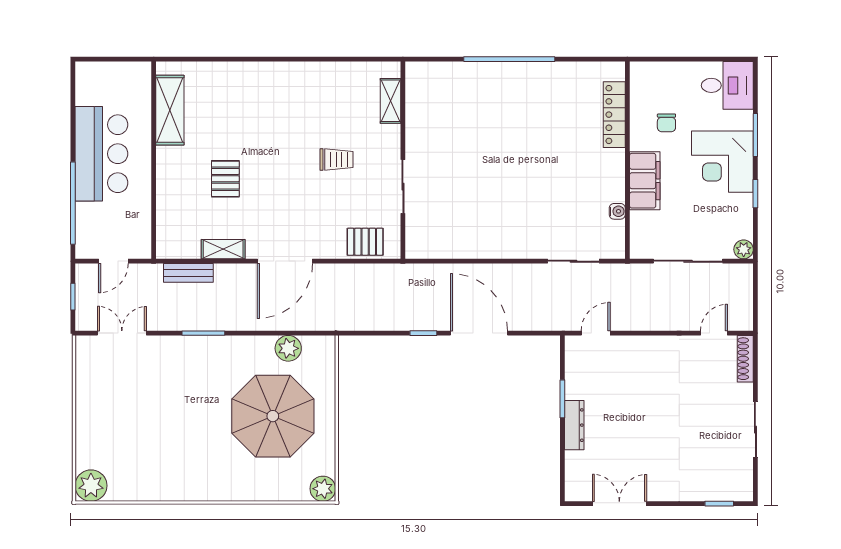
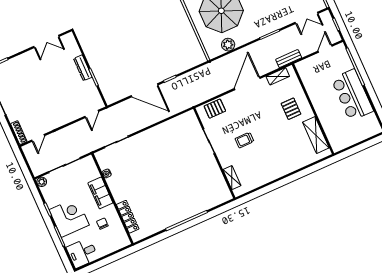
shelving: (170, 110) -> (316, 135), moved
wall: (154, 160) -> (313, 109), moved

